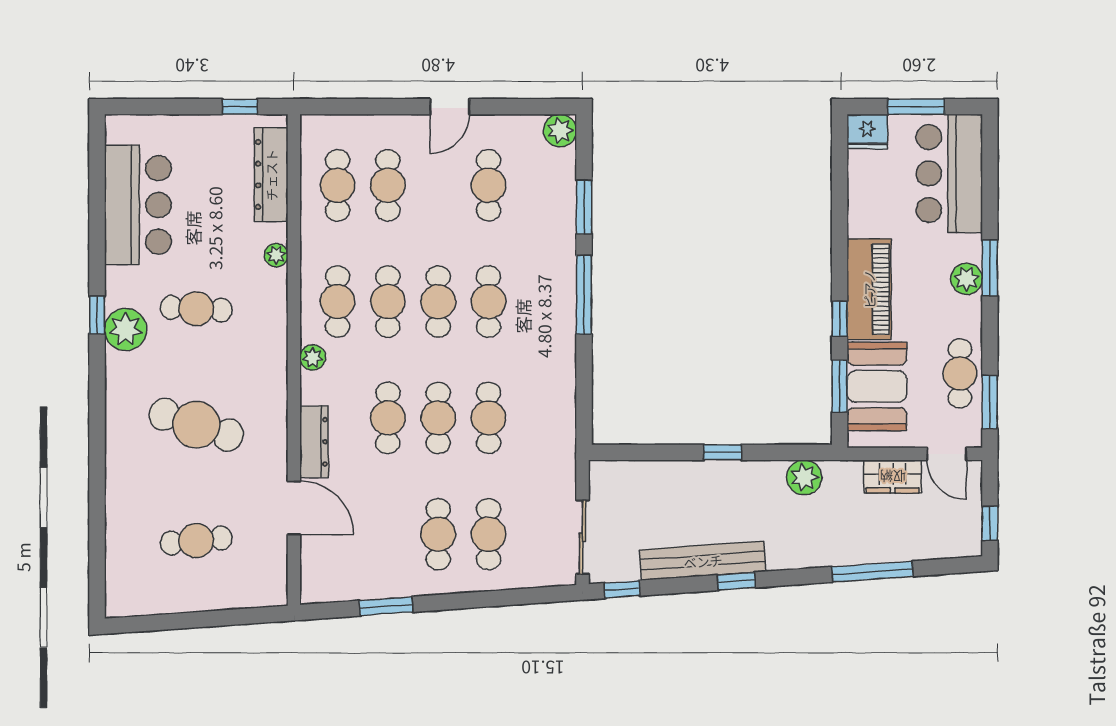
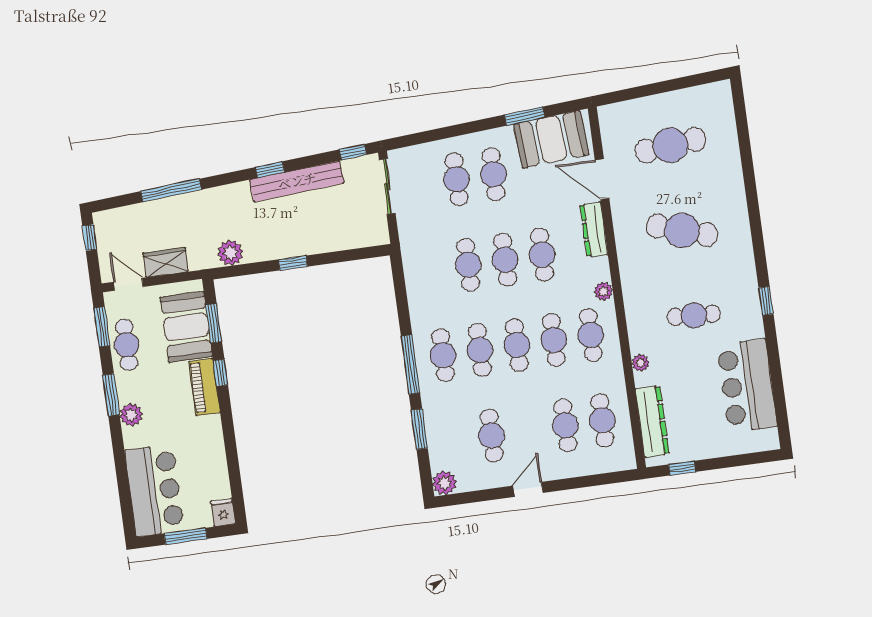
fridge: (867, 132) -> (223, 512), width x0.72
window: (990, 268) -> (111, 395), moved
piano: (869, 289) -> (204, 387), width x0.73, depth x0.75
cafe table: (539, 302) -> (443, 355), added
plant: (126, 329) -> (744, 293), removed
cafe table: (196, 541) -> (670, 145), width x1.37, depth x1.35
booth: (355, 570) -> (551, 139), added

